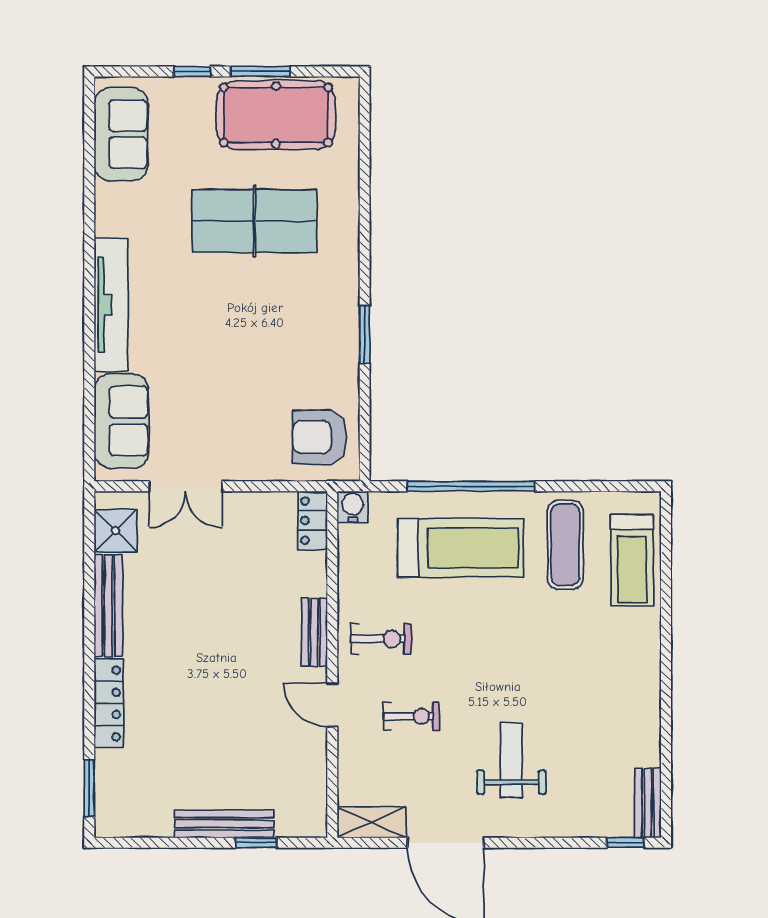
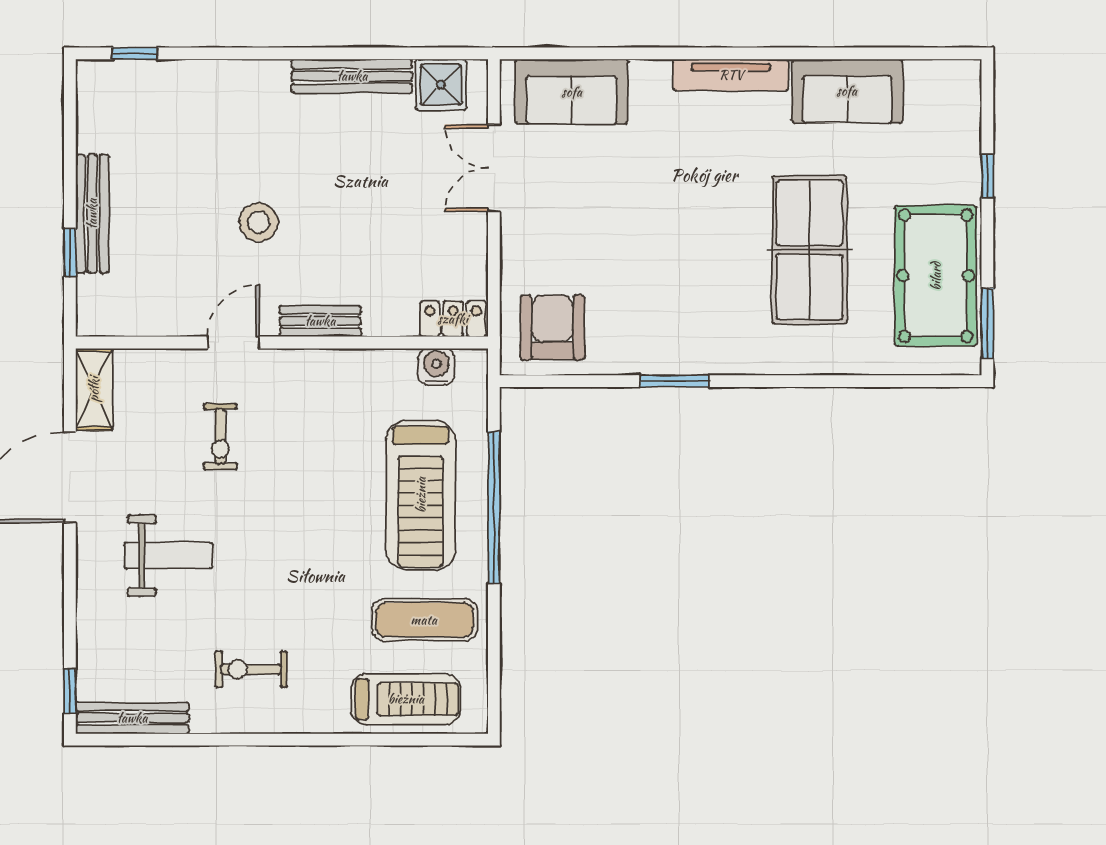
window: (260, 71) -> (987, 323), moved
sofa: (121, 134) -> (847, 91), moved
tv unit: (111, 305) -> (731, 75), width x0.73, depth x0.78
water cooler: (353, 507) -> (436, 367), moved, turned -90
treadmill: (632, 560) -> (406, 699), turned 180
exercise bike: (381, 639) -> (251, 669), moved, turned 90
stool: (231, 684) -> (259, 222), added
locker: (109, 703) -> (235, 77), removed
window: (89, 788) -> (135, 53), width x0.67
bench: (648, 803) -> (132, 718), width x1.36

